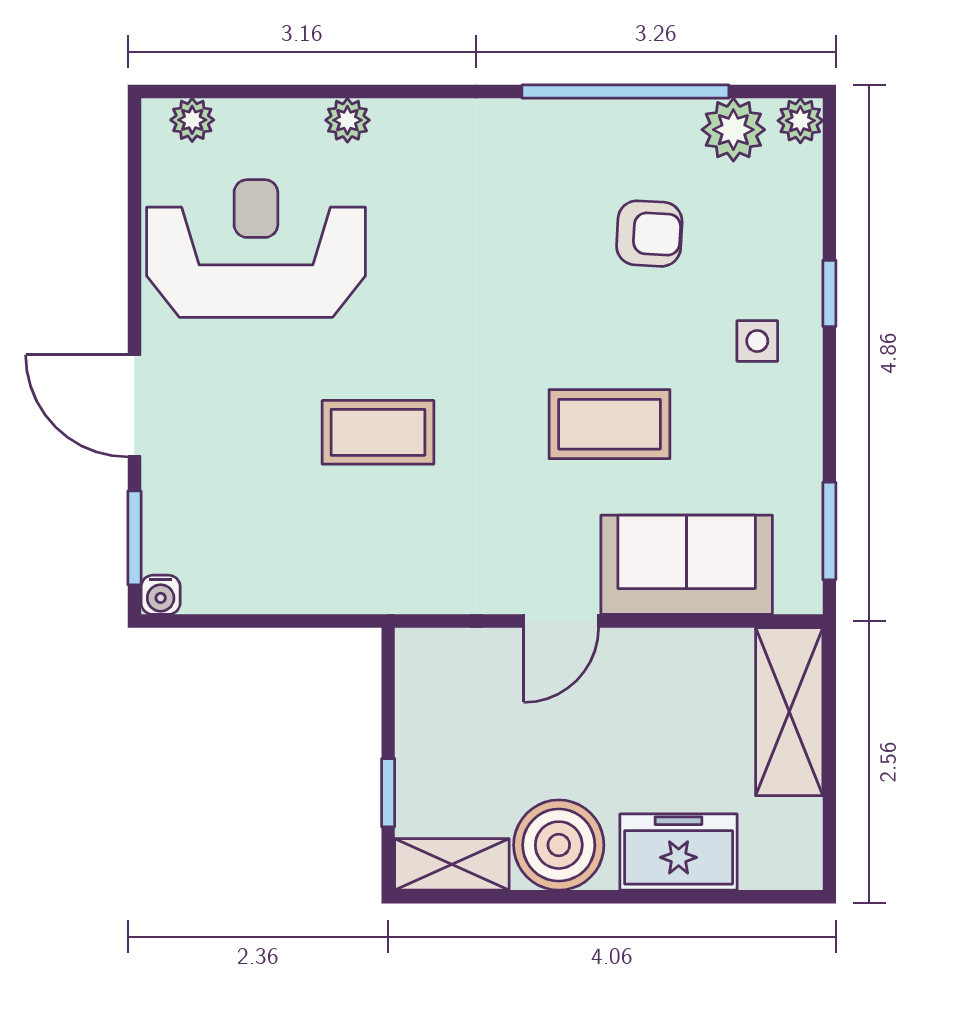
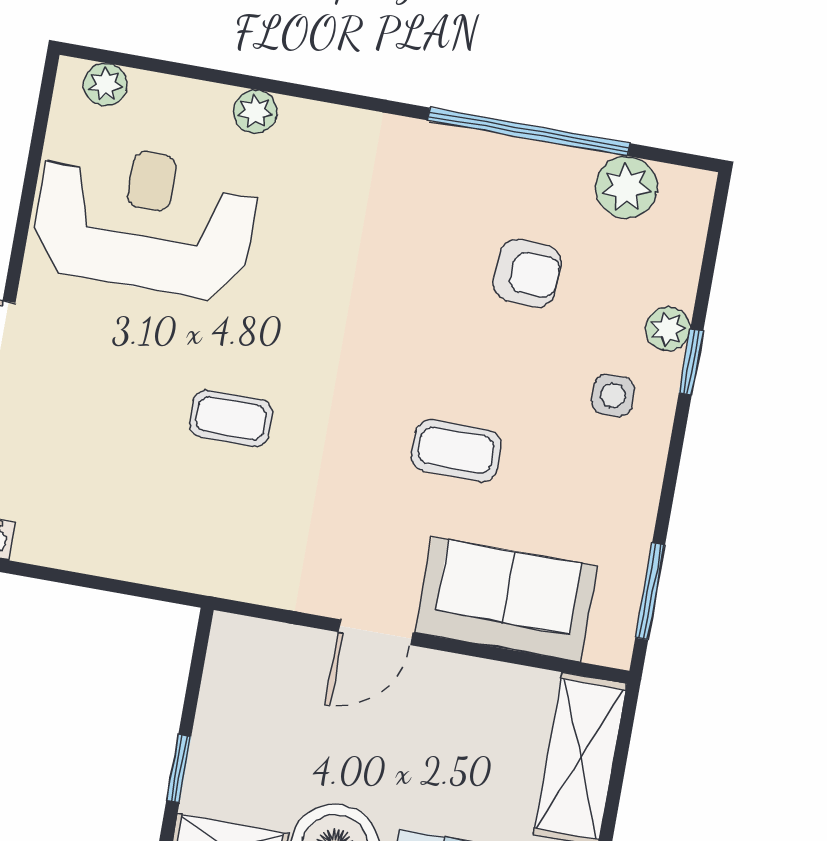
plant: (800, 121) -> (668, 329), moved
coffee table: (609, 424) -> (456, 450), width x0.73, depth x0.77
coffee table: (378, 432) -> (231, 418), width x0.73, depth x0.77

